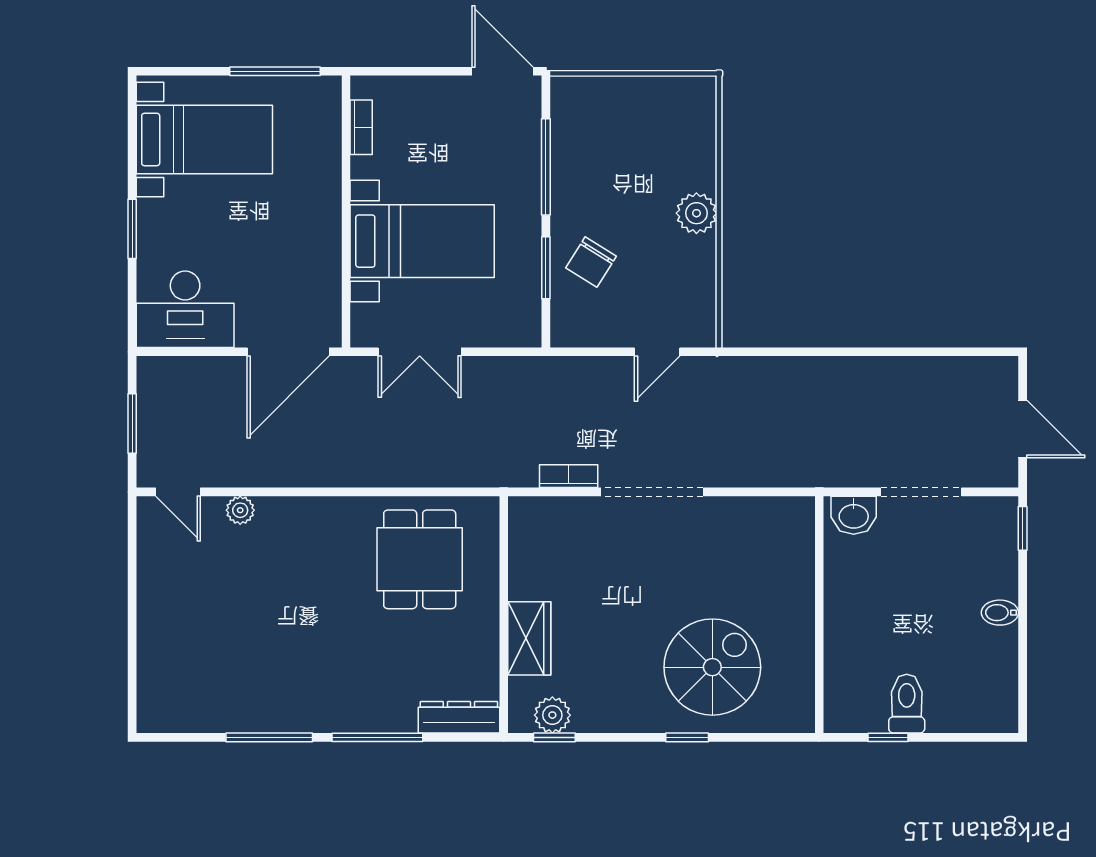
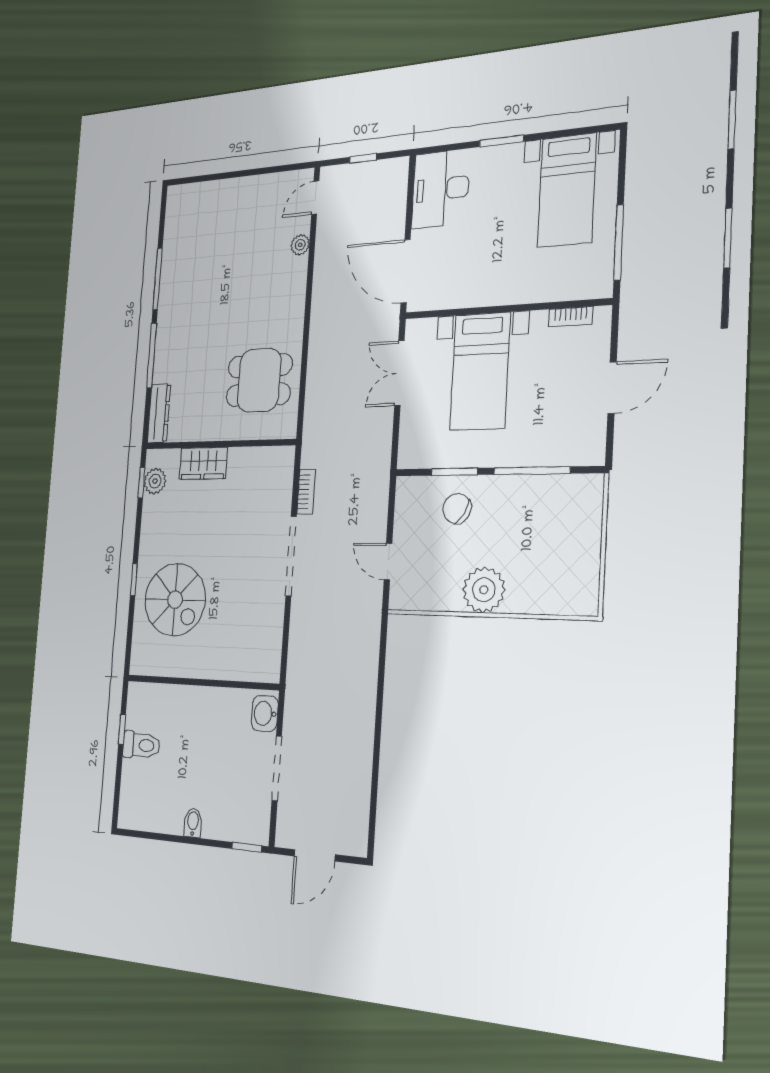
door: (503, 71) -> (612, 388), moved
plant: (696, 213) -> (484, 590), width x1.36, depth x1.36
window: (132, 423) -> (363, 158), width x0.67

